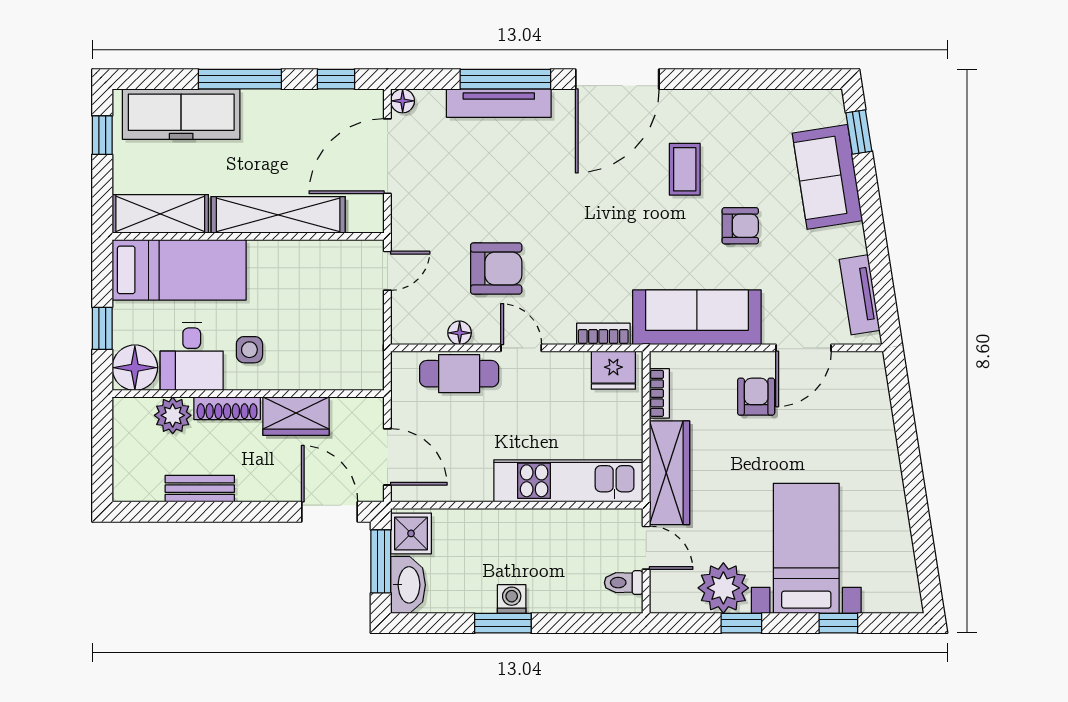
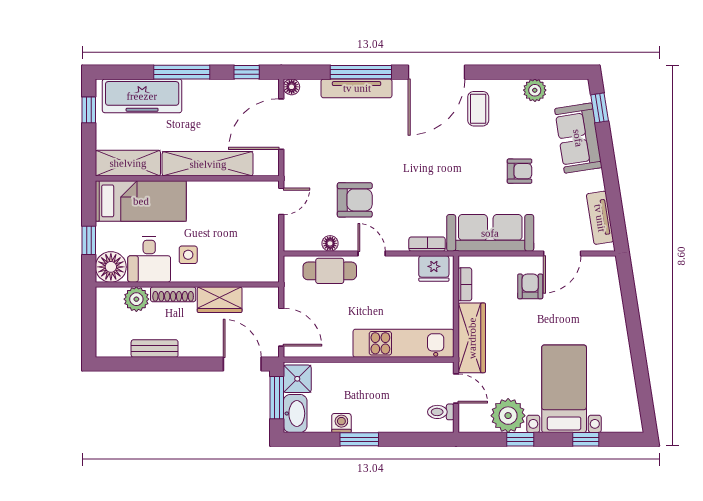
plant: (763, 106) -> (535, 90), added
coffee table: (685, 169) -> (478, 109), moved
washing machine: (512, 599) -> (341, 423), moved

